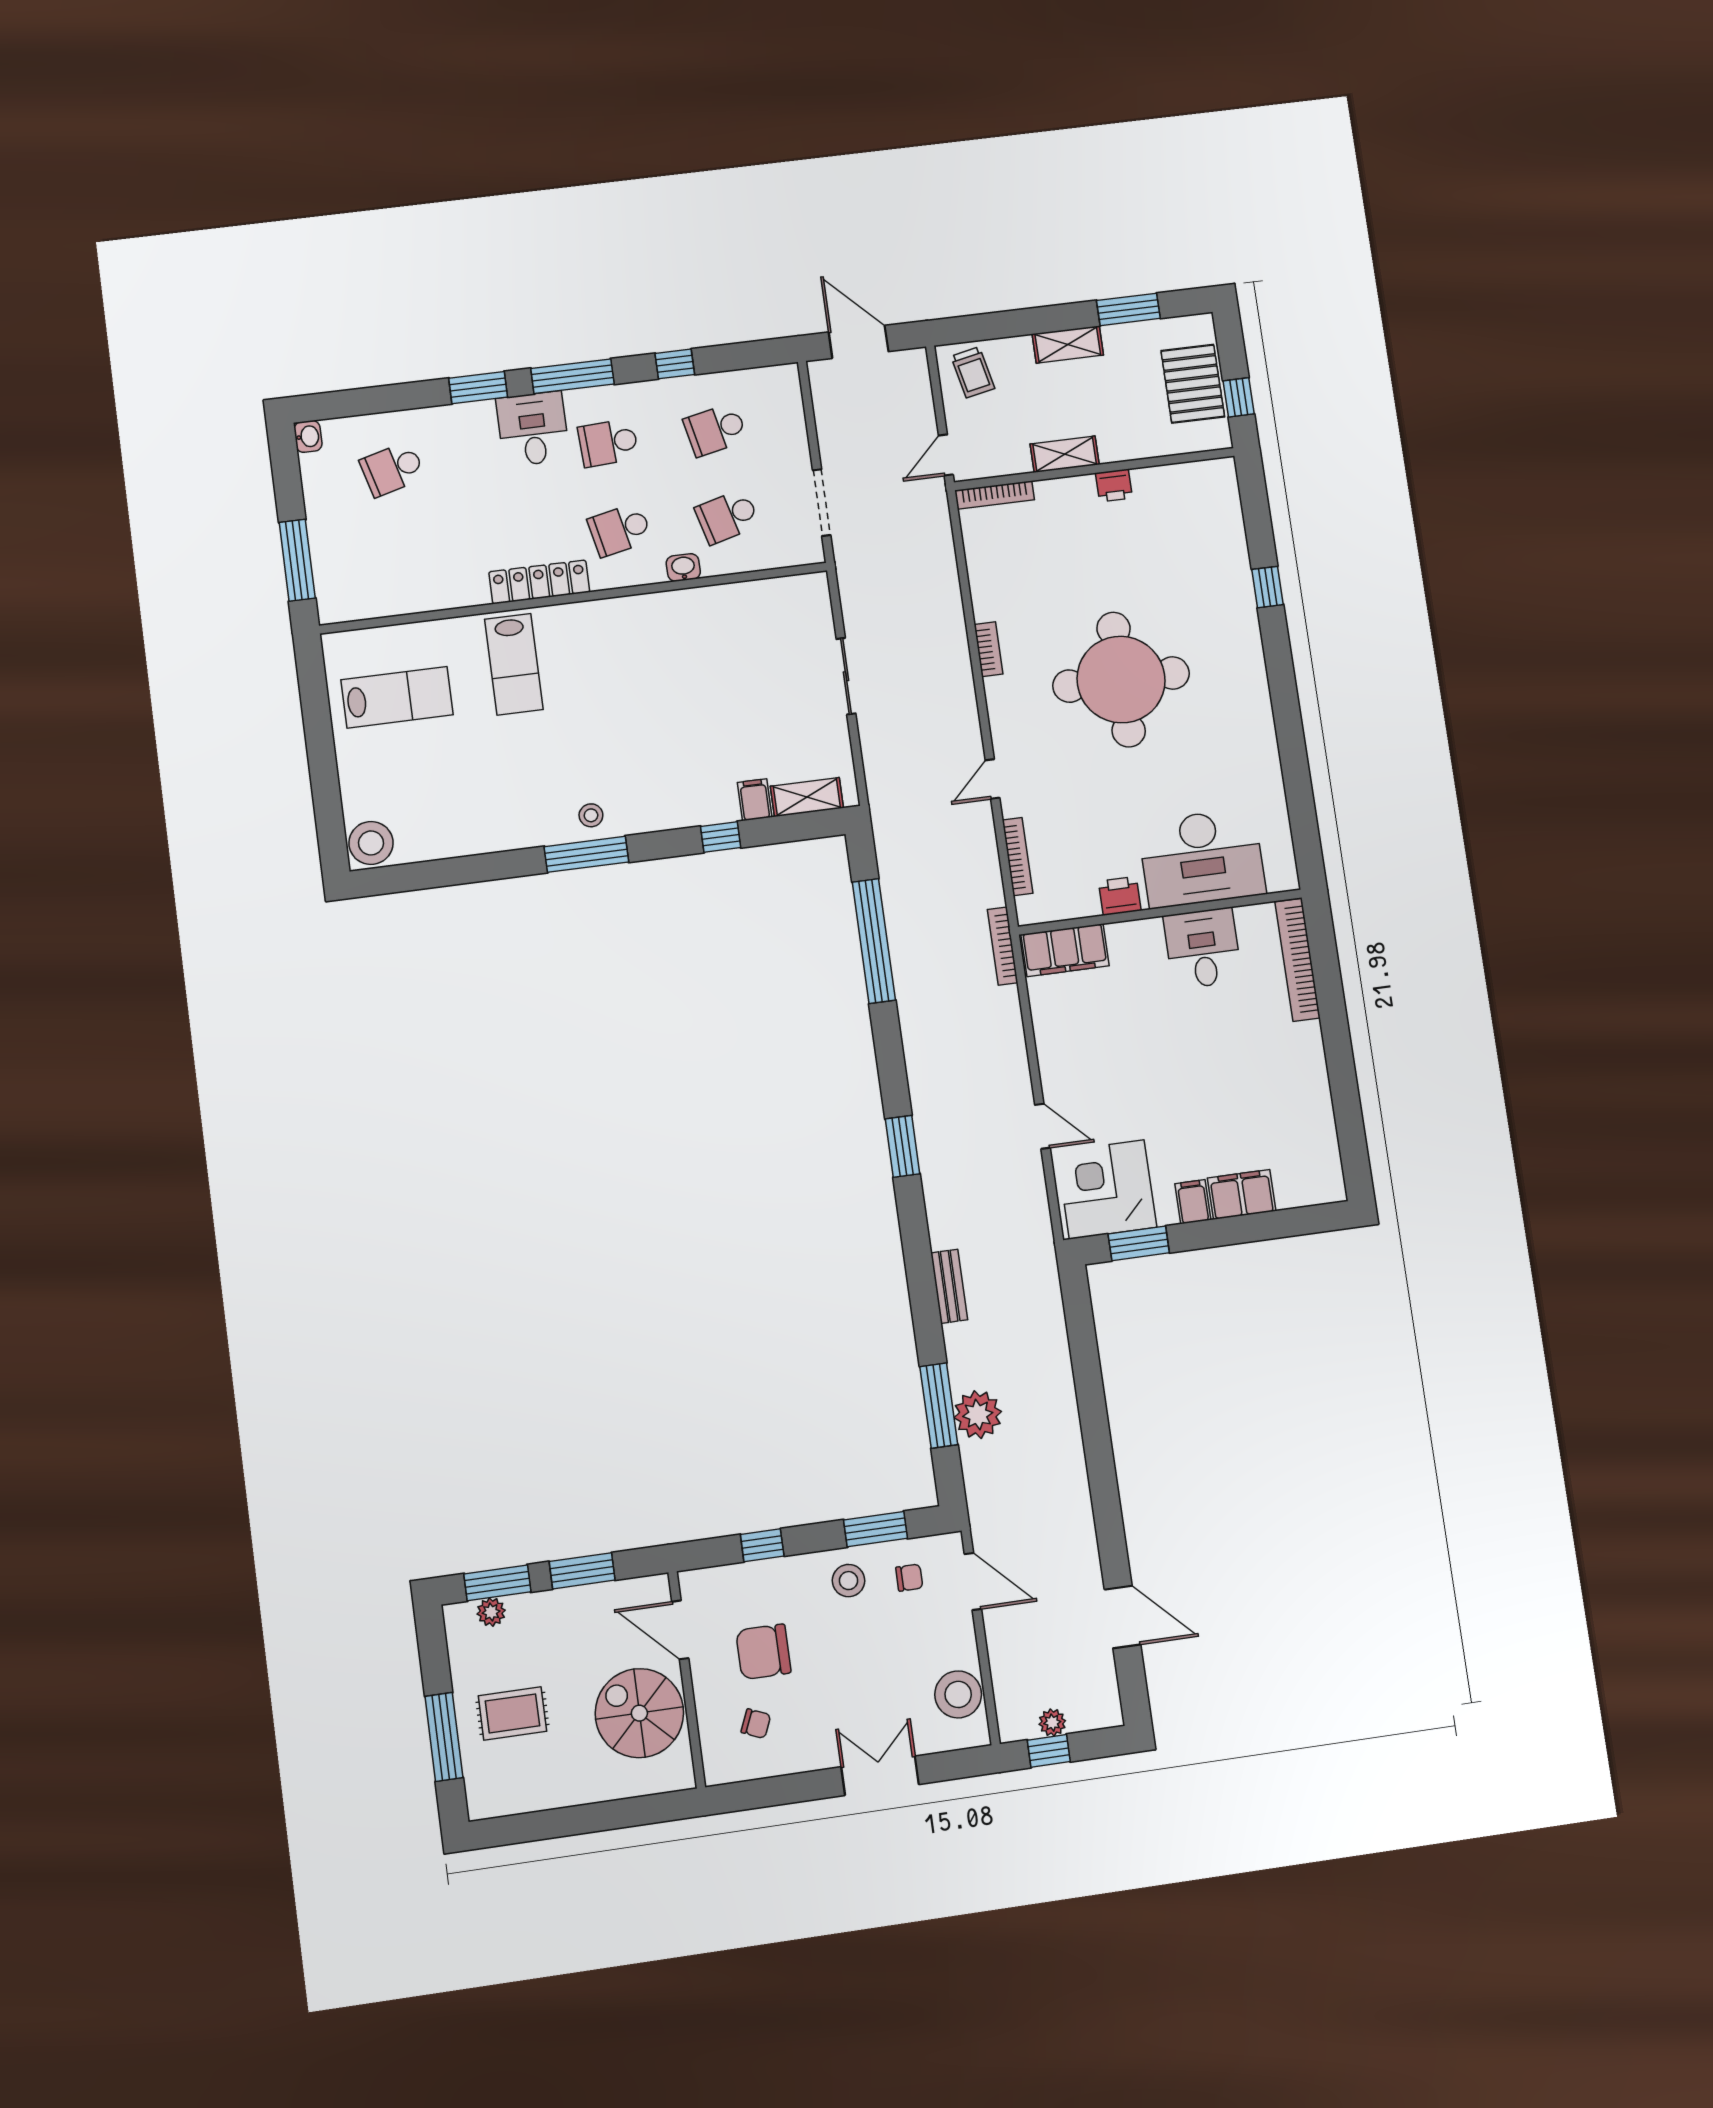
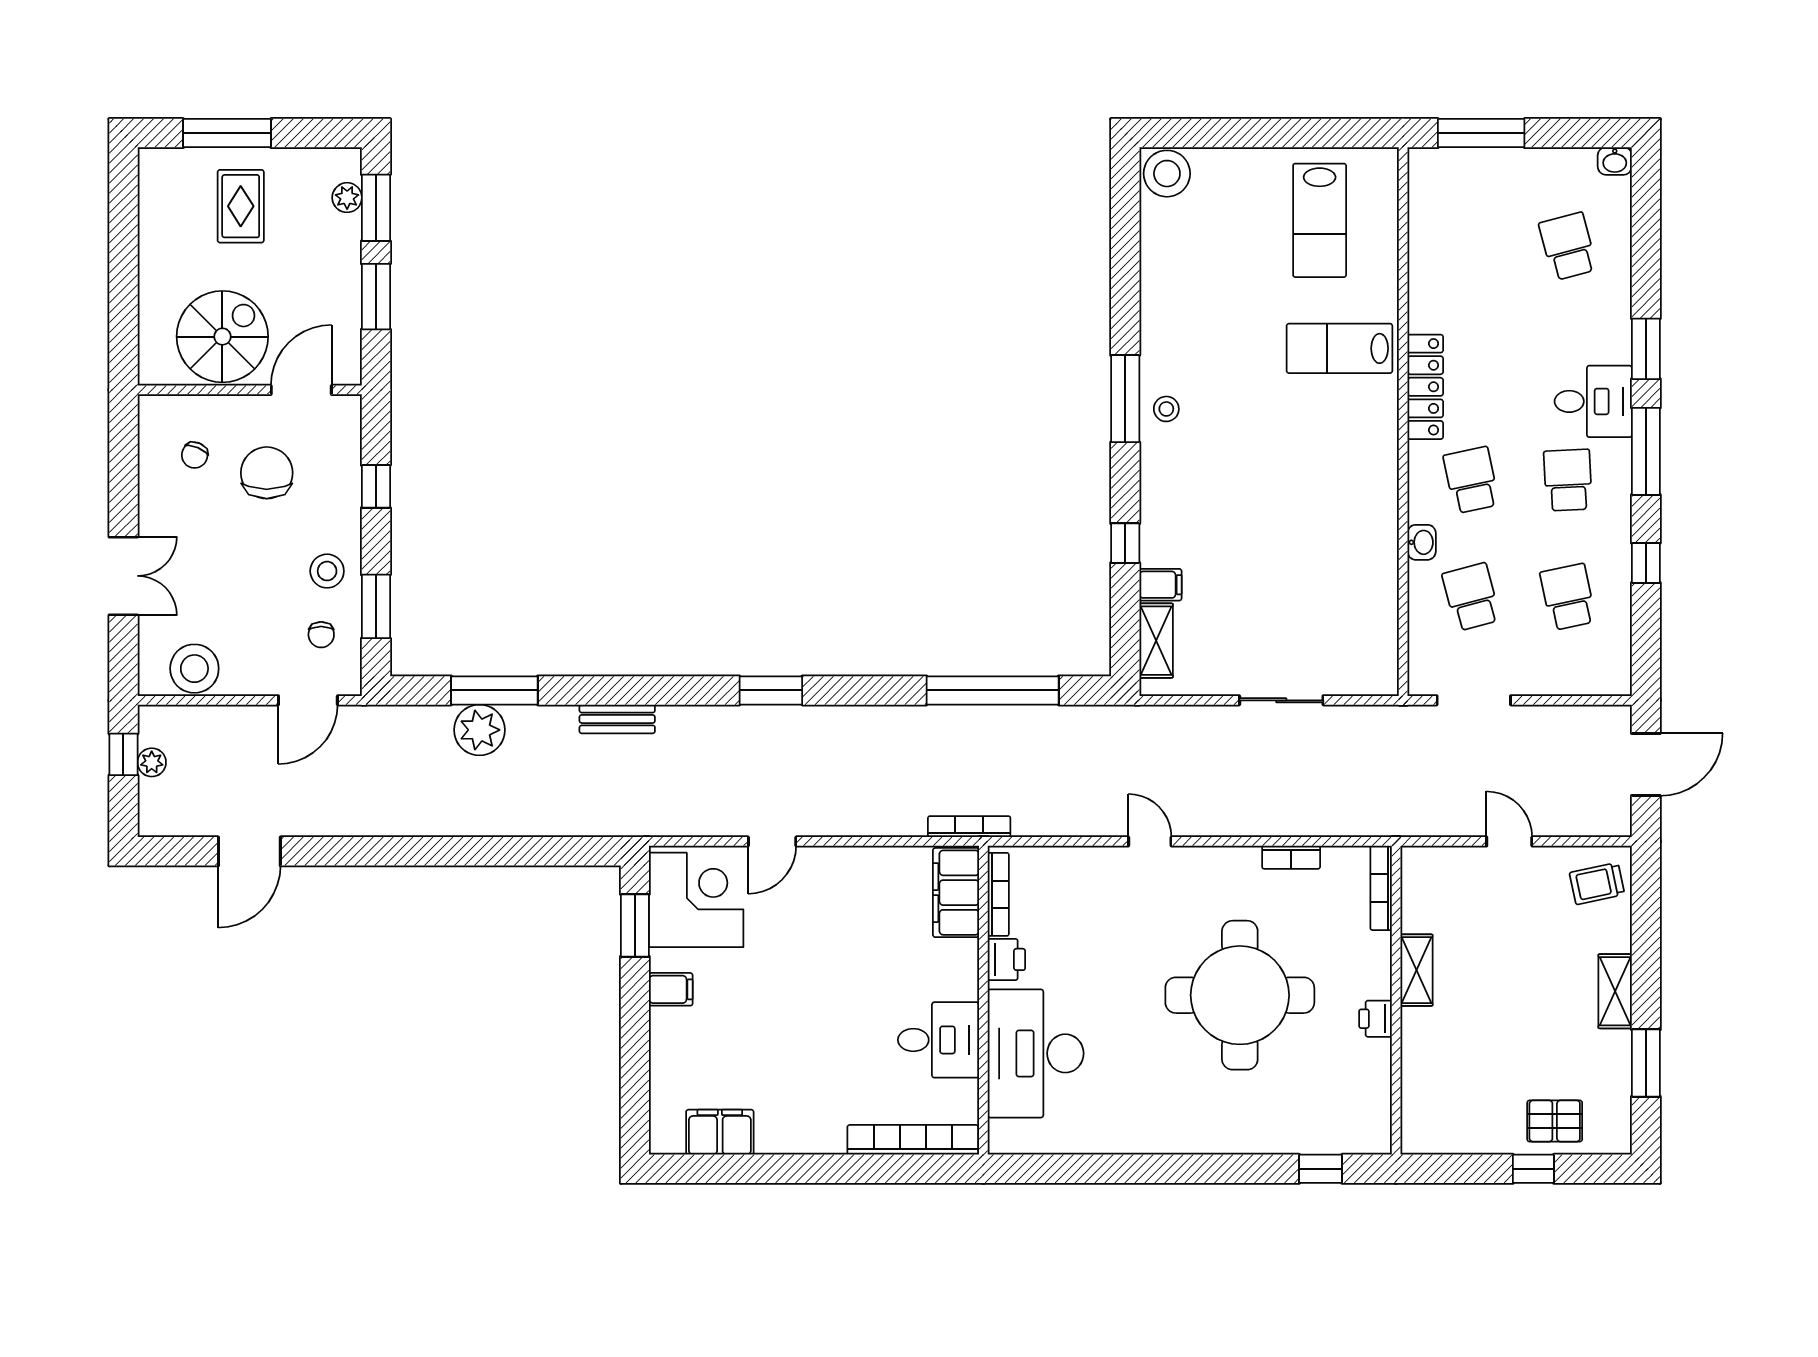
pallet: (1193, 384) -> (1555, 1121), width x0.67, depth x0.71
shelving: (1065, 454) -> (1416, 970), moved
wall: (1094, 469) -> (1396, 1000), moved
printer: (1114, 485) -> (1375, 1019), moved
bookcase: (995, 495) -> (1381, 888), moved
bookcase: (1018, 857) -> (998, 894), moved, turned -90
filing cabinet: (1242, 1194) -> (720, 1132), moved, turned -90

